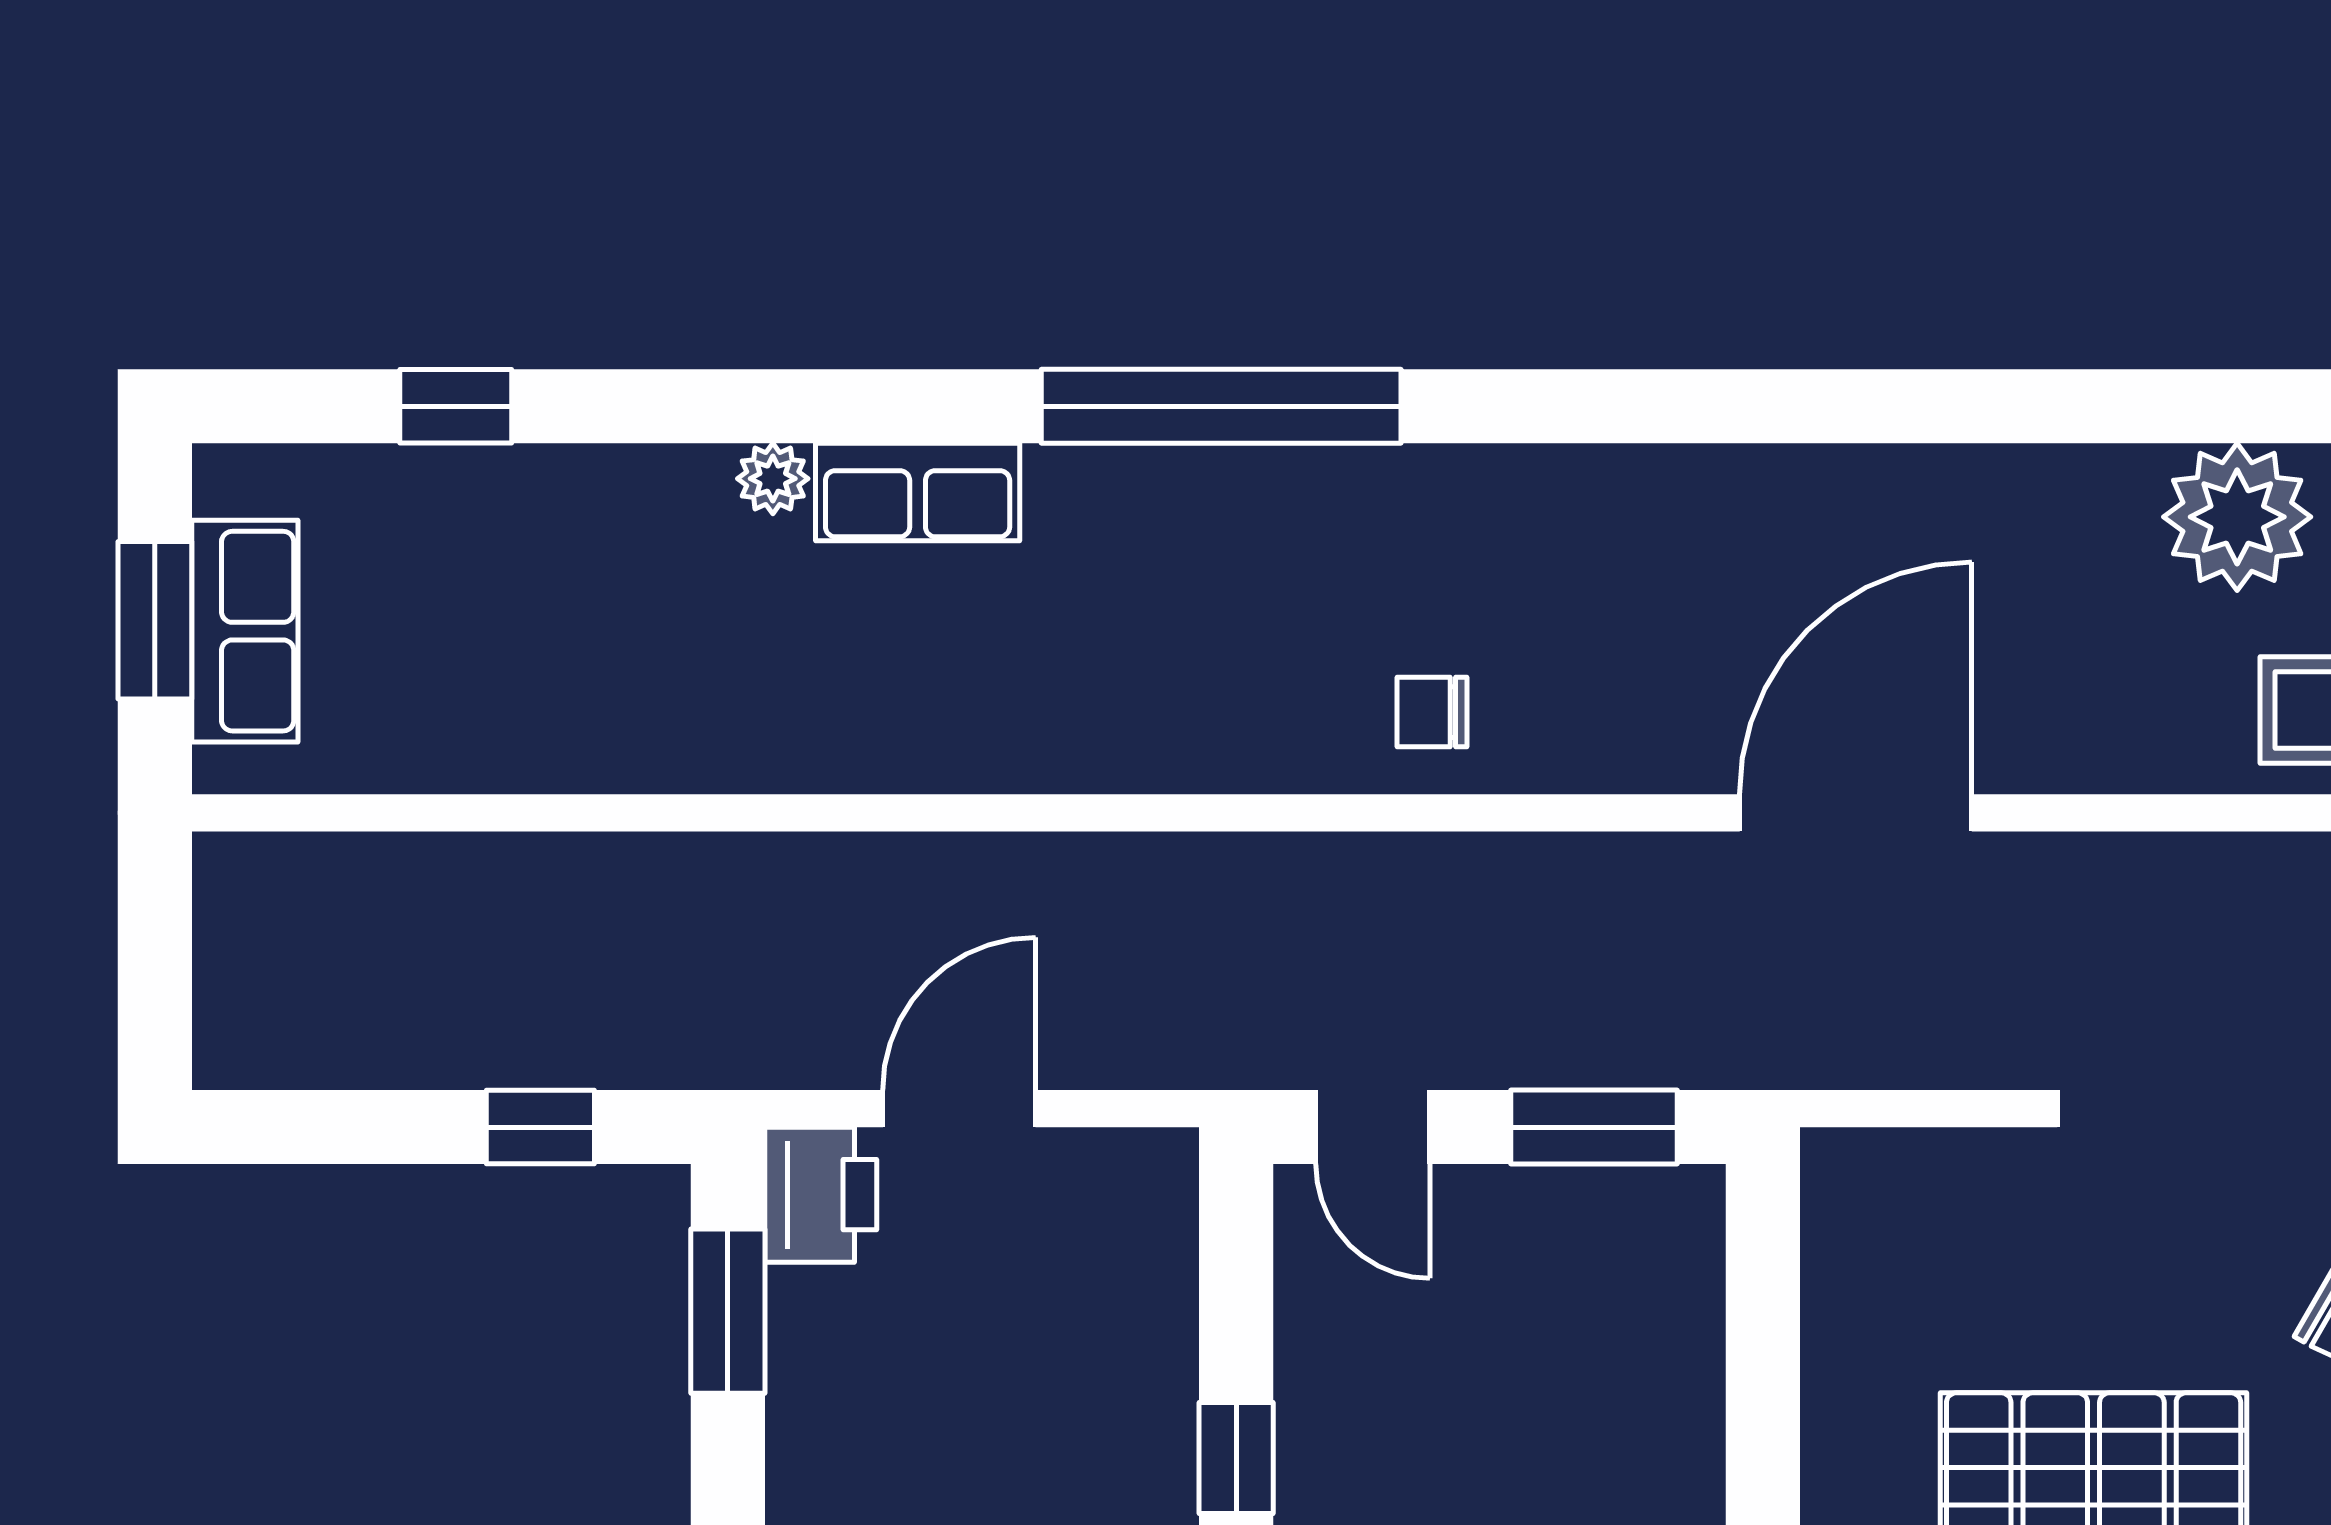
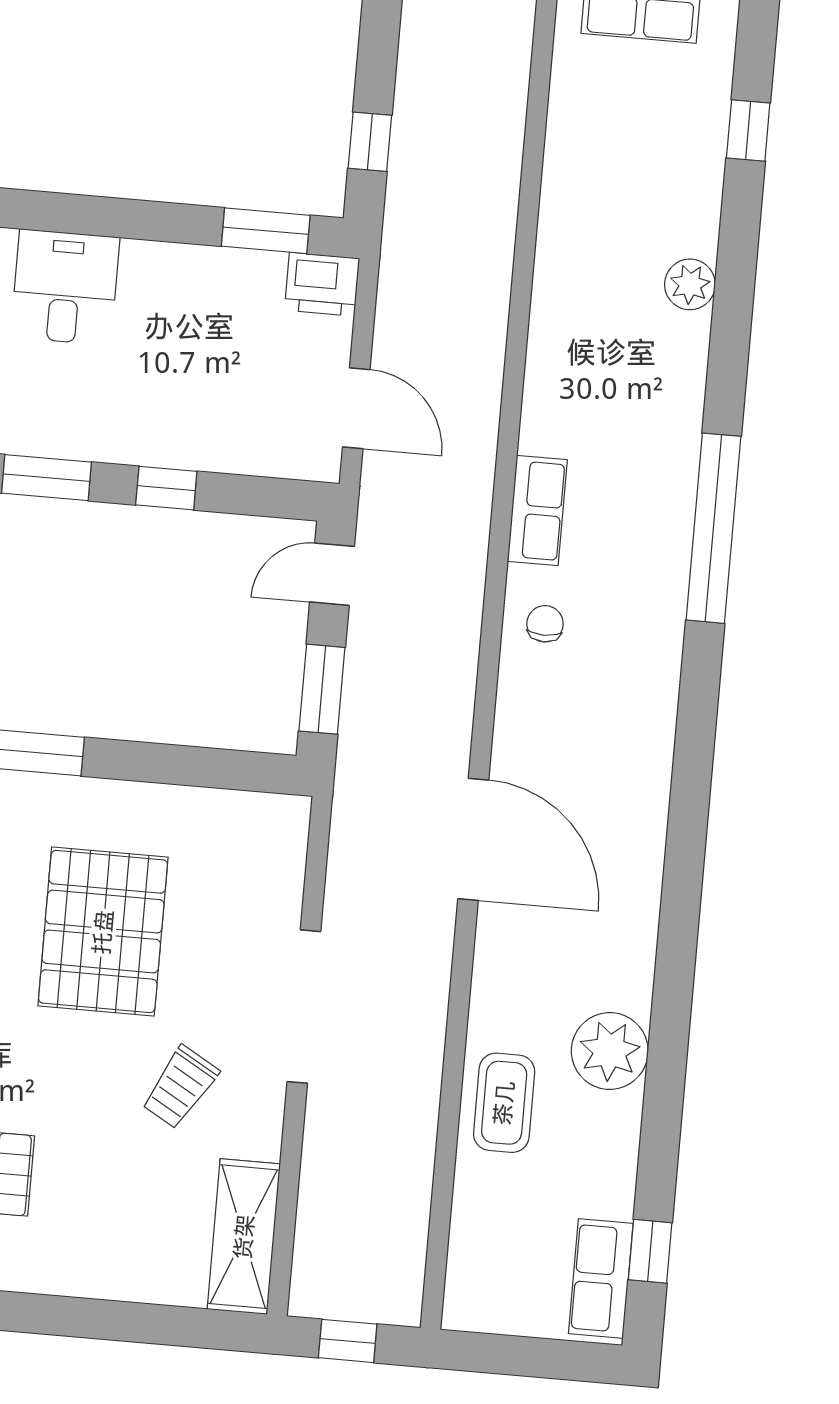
plant: (773, 479) -> (690, 284), width x1.38, depth x1.38
row of seats: (918, 492) -> (537, 511), moved, turned 180
door: (959, 1109) -> (356, 408), moved

